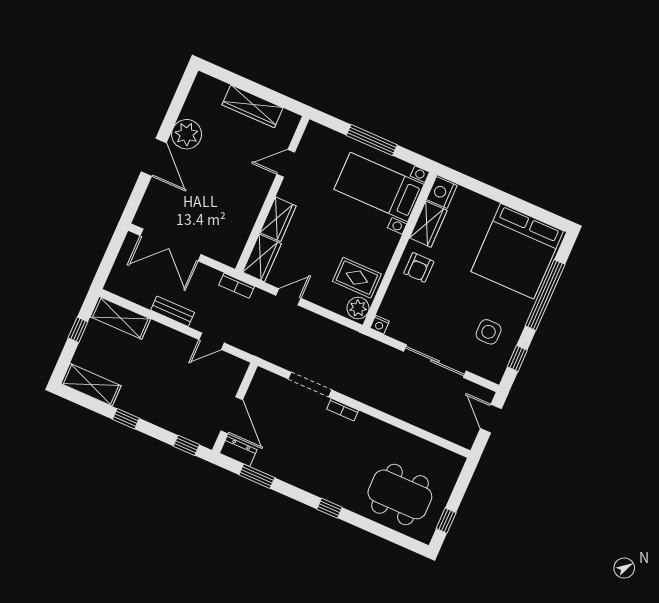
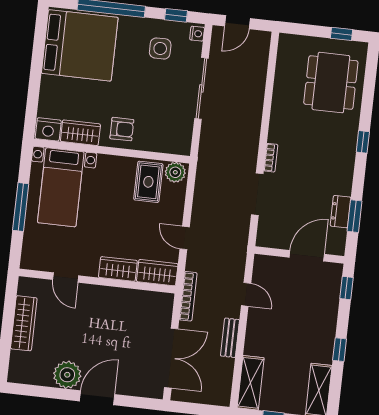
bookcase: (237, 286) -> (188, 296), width x1.56
nightstand: (380, 325) -> (197, 34), moved
dresser: (238, 451) -> (341, 212), moved

